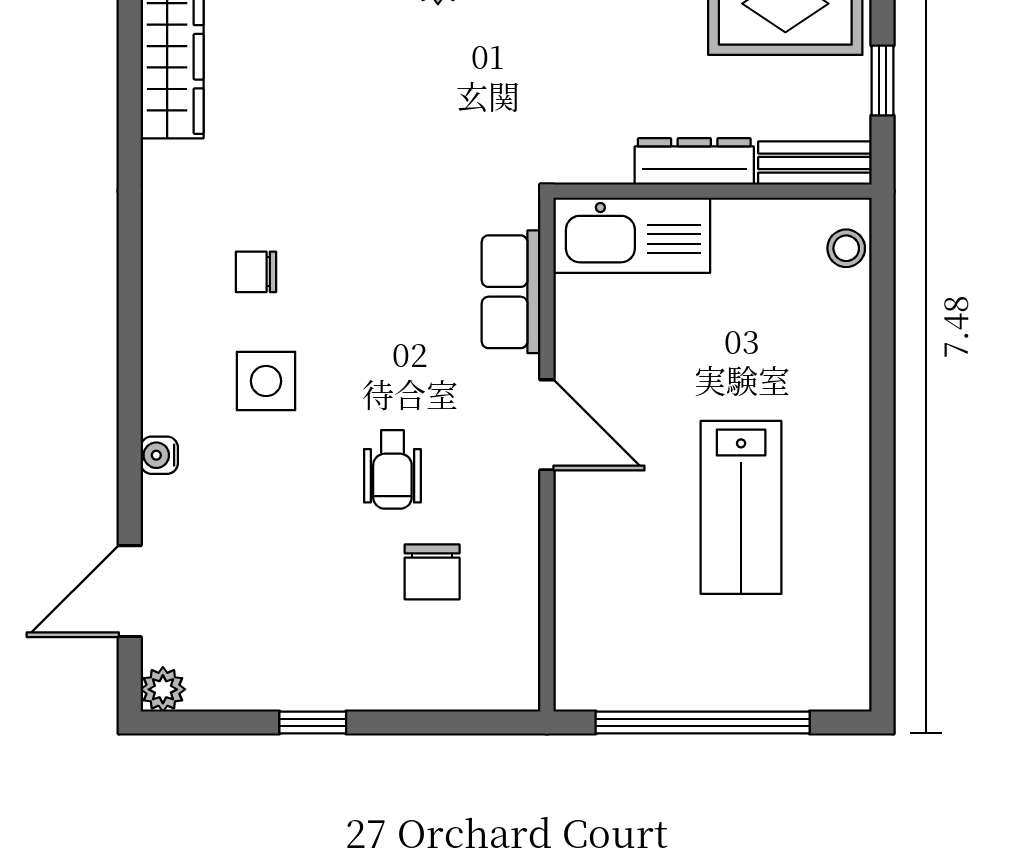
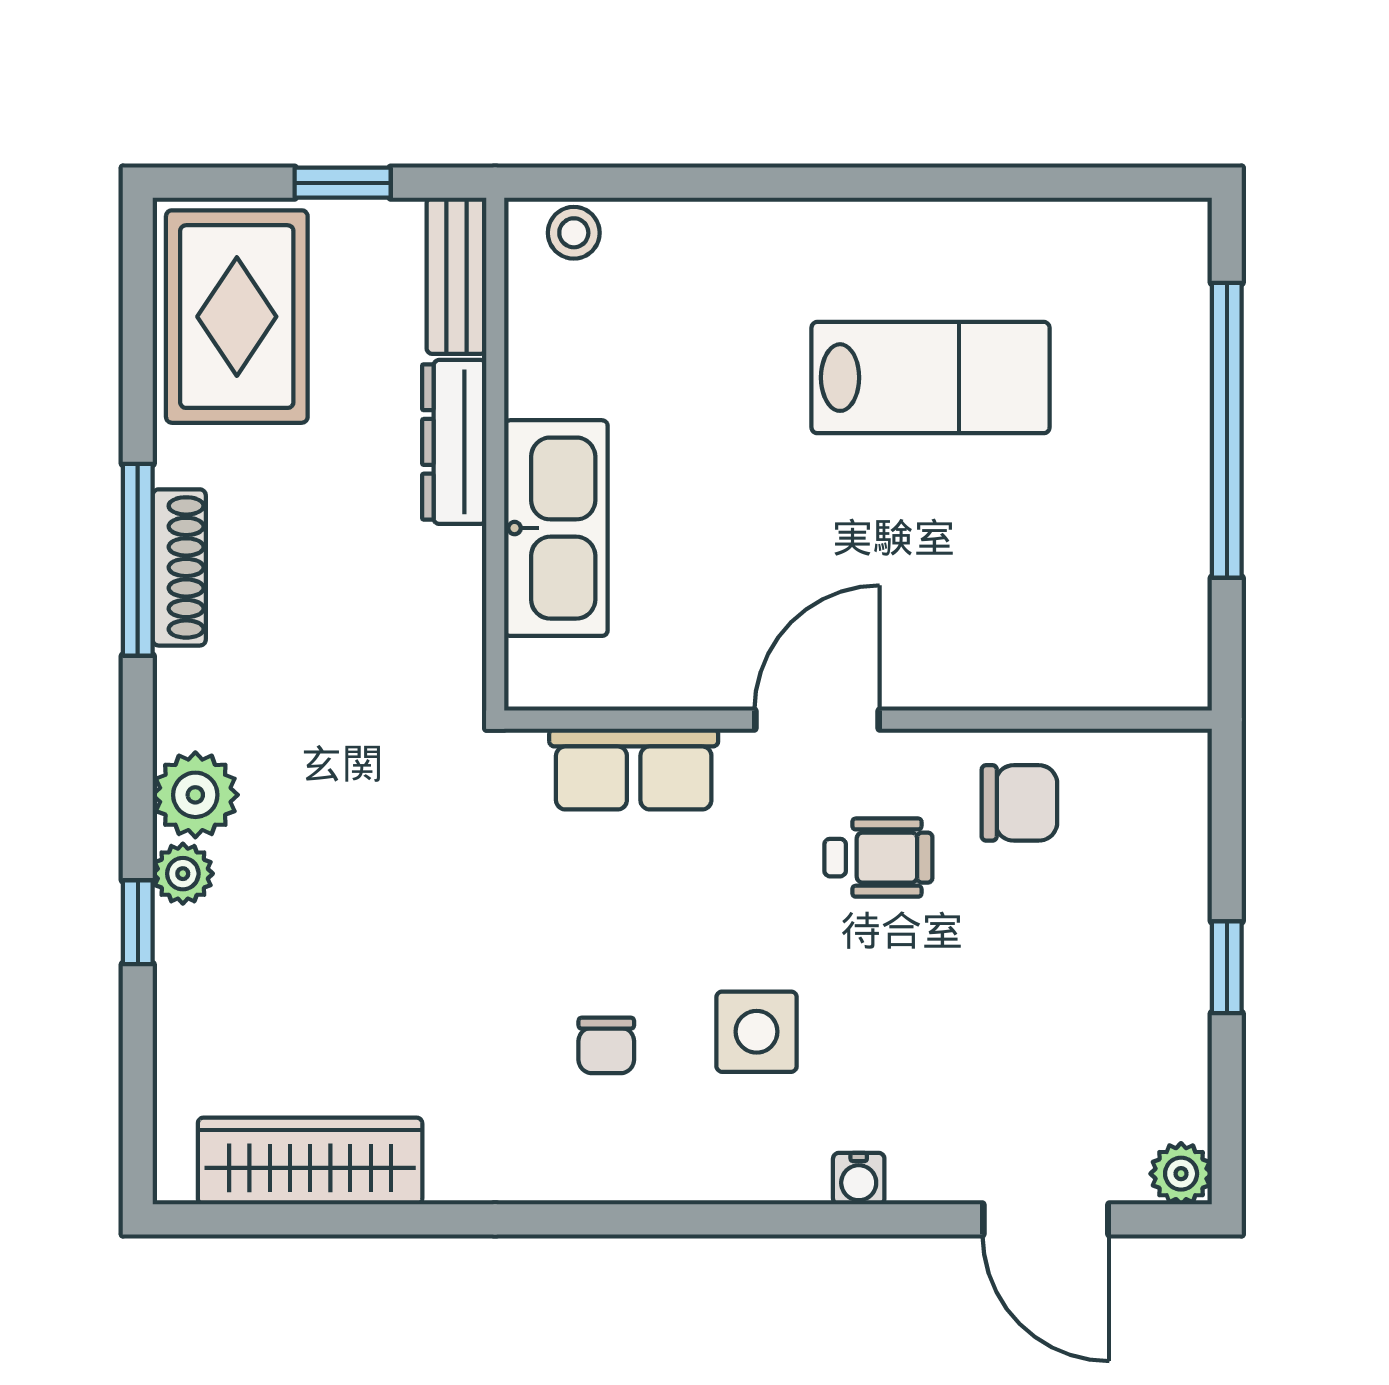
row of seats: (511, 292) -> (634, 769), moved
door: (547, 425) -> (817, 720), moved
wall: (547, 455) -> (858, 720), moved

